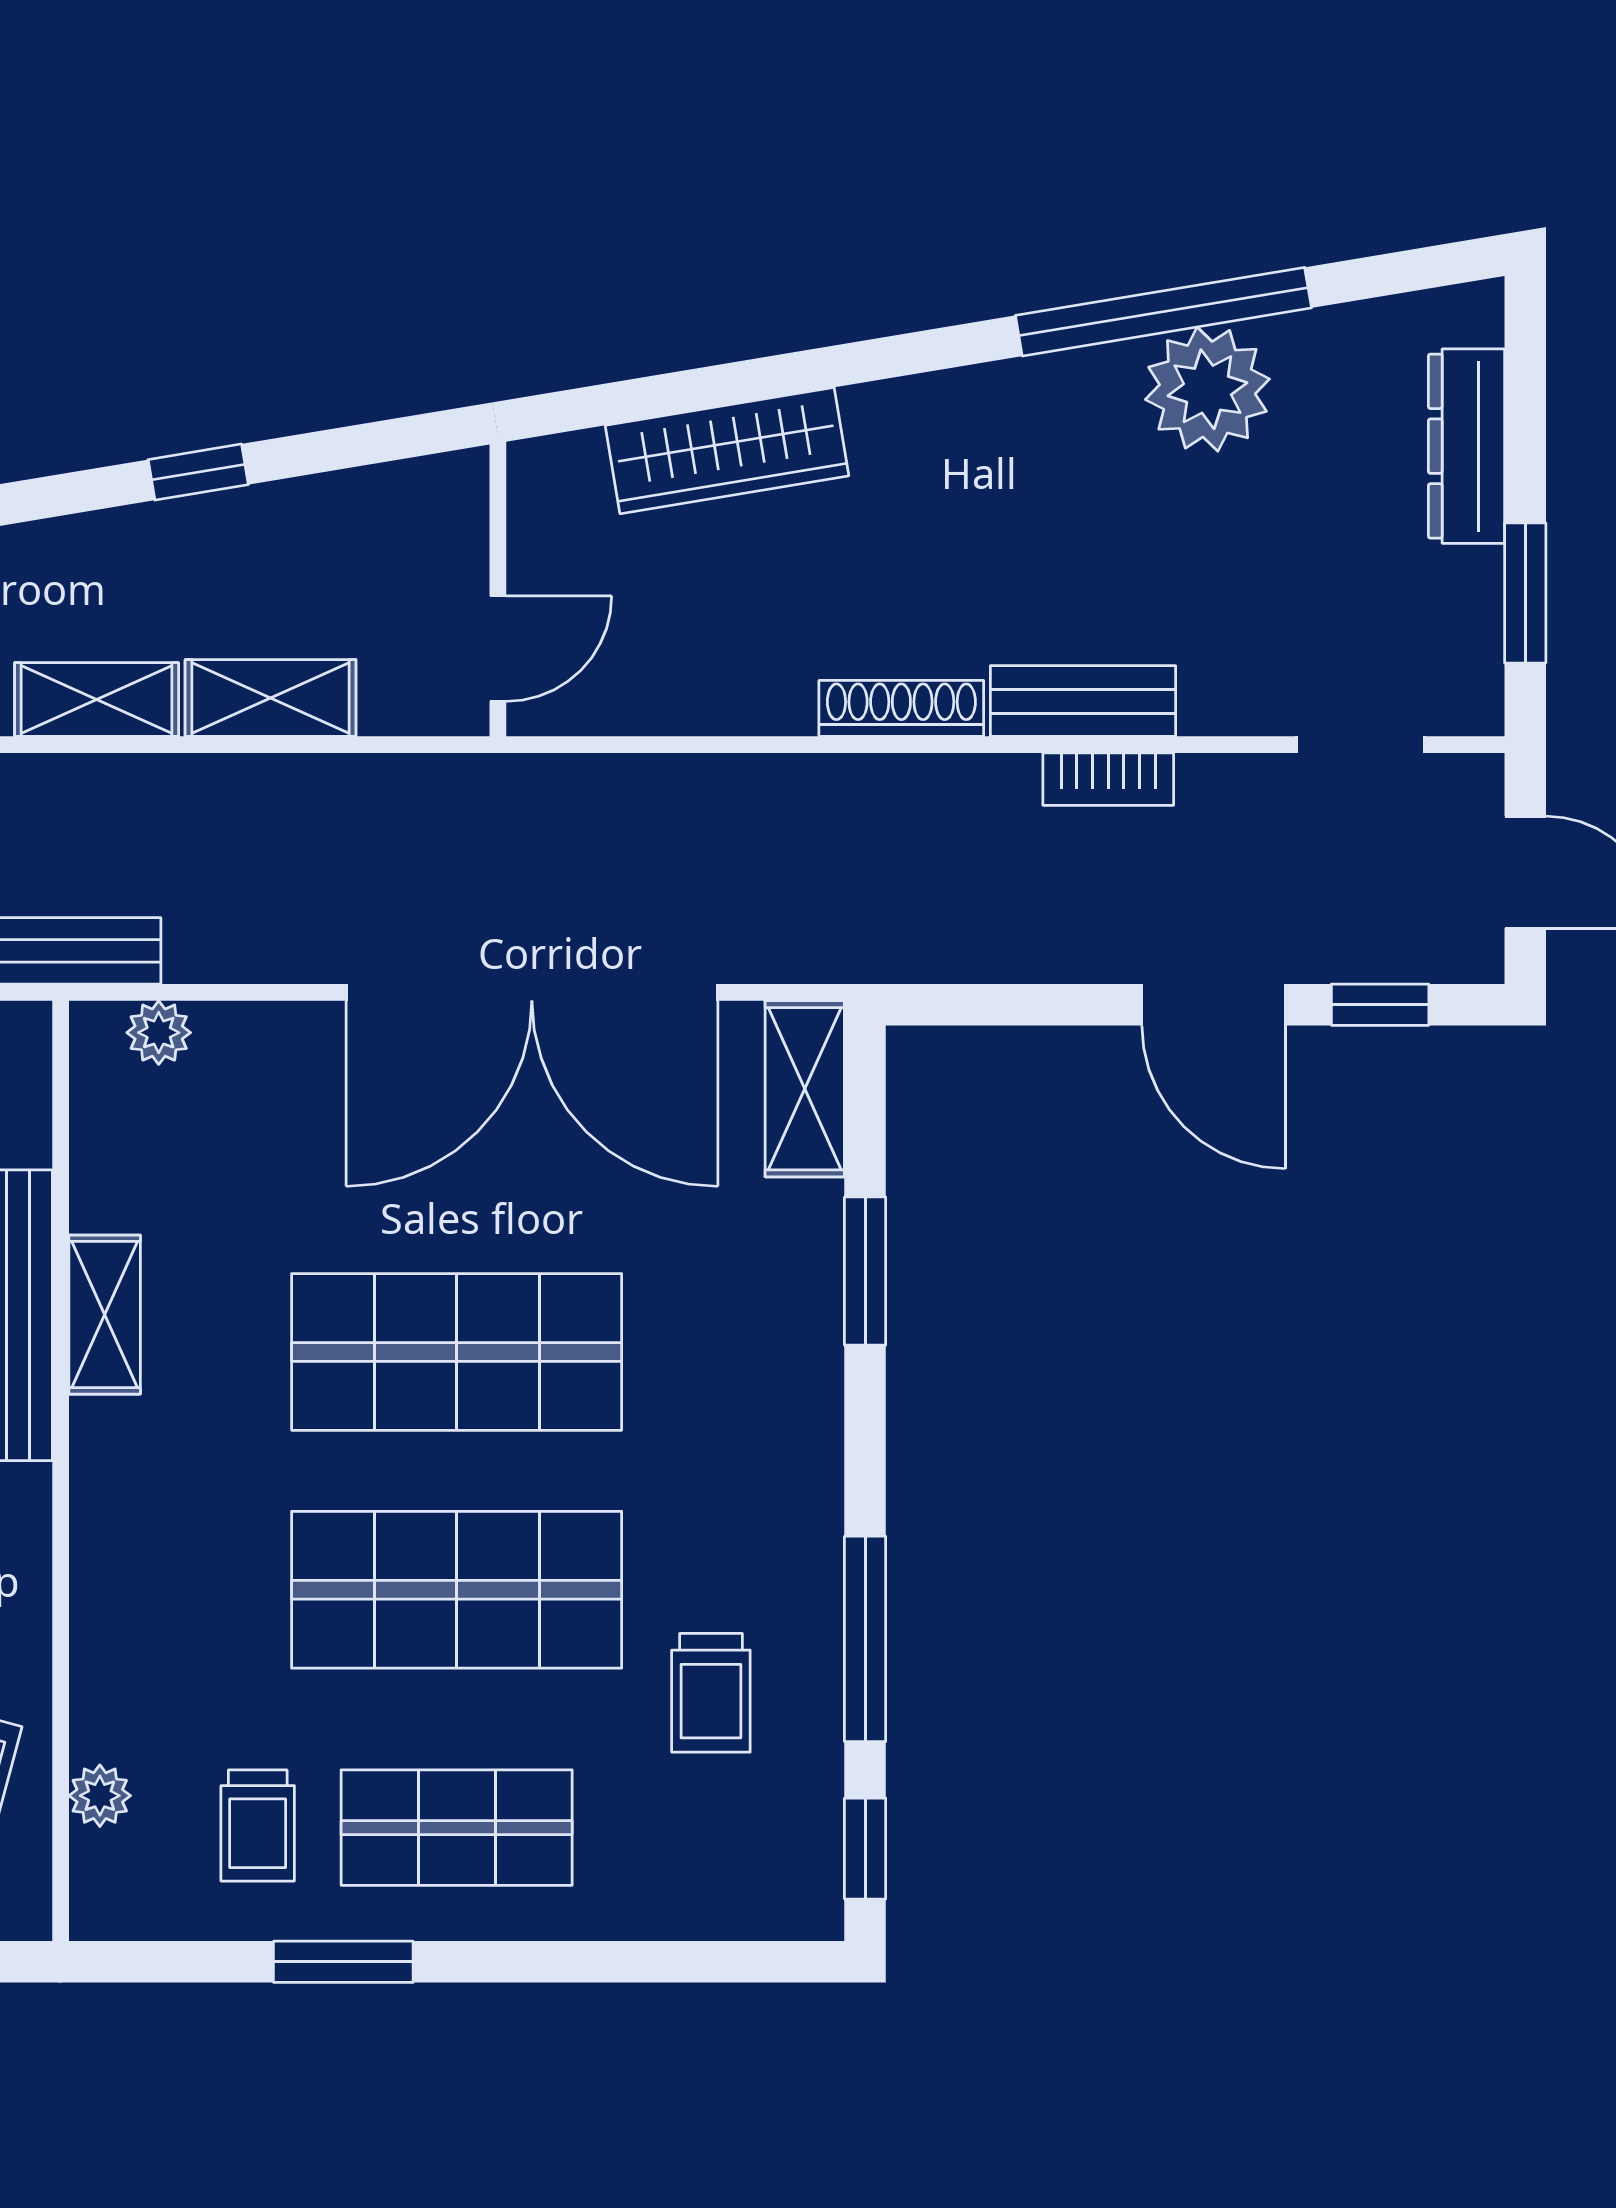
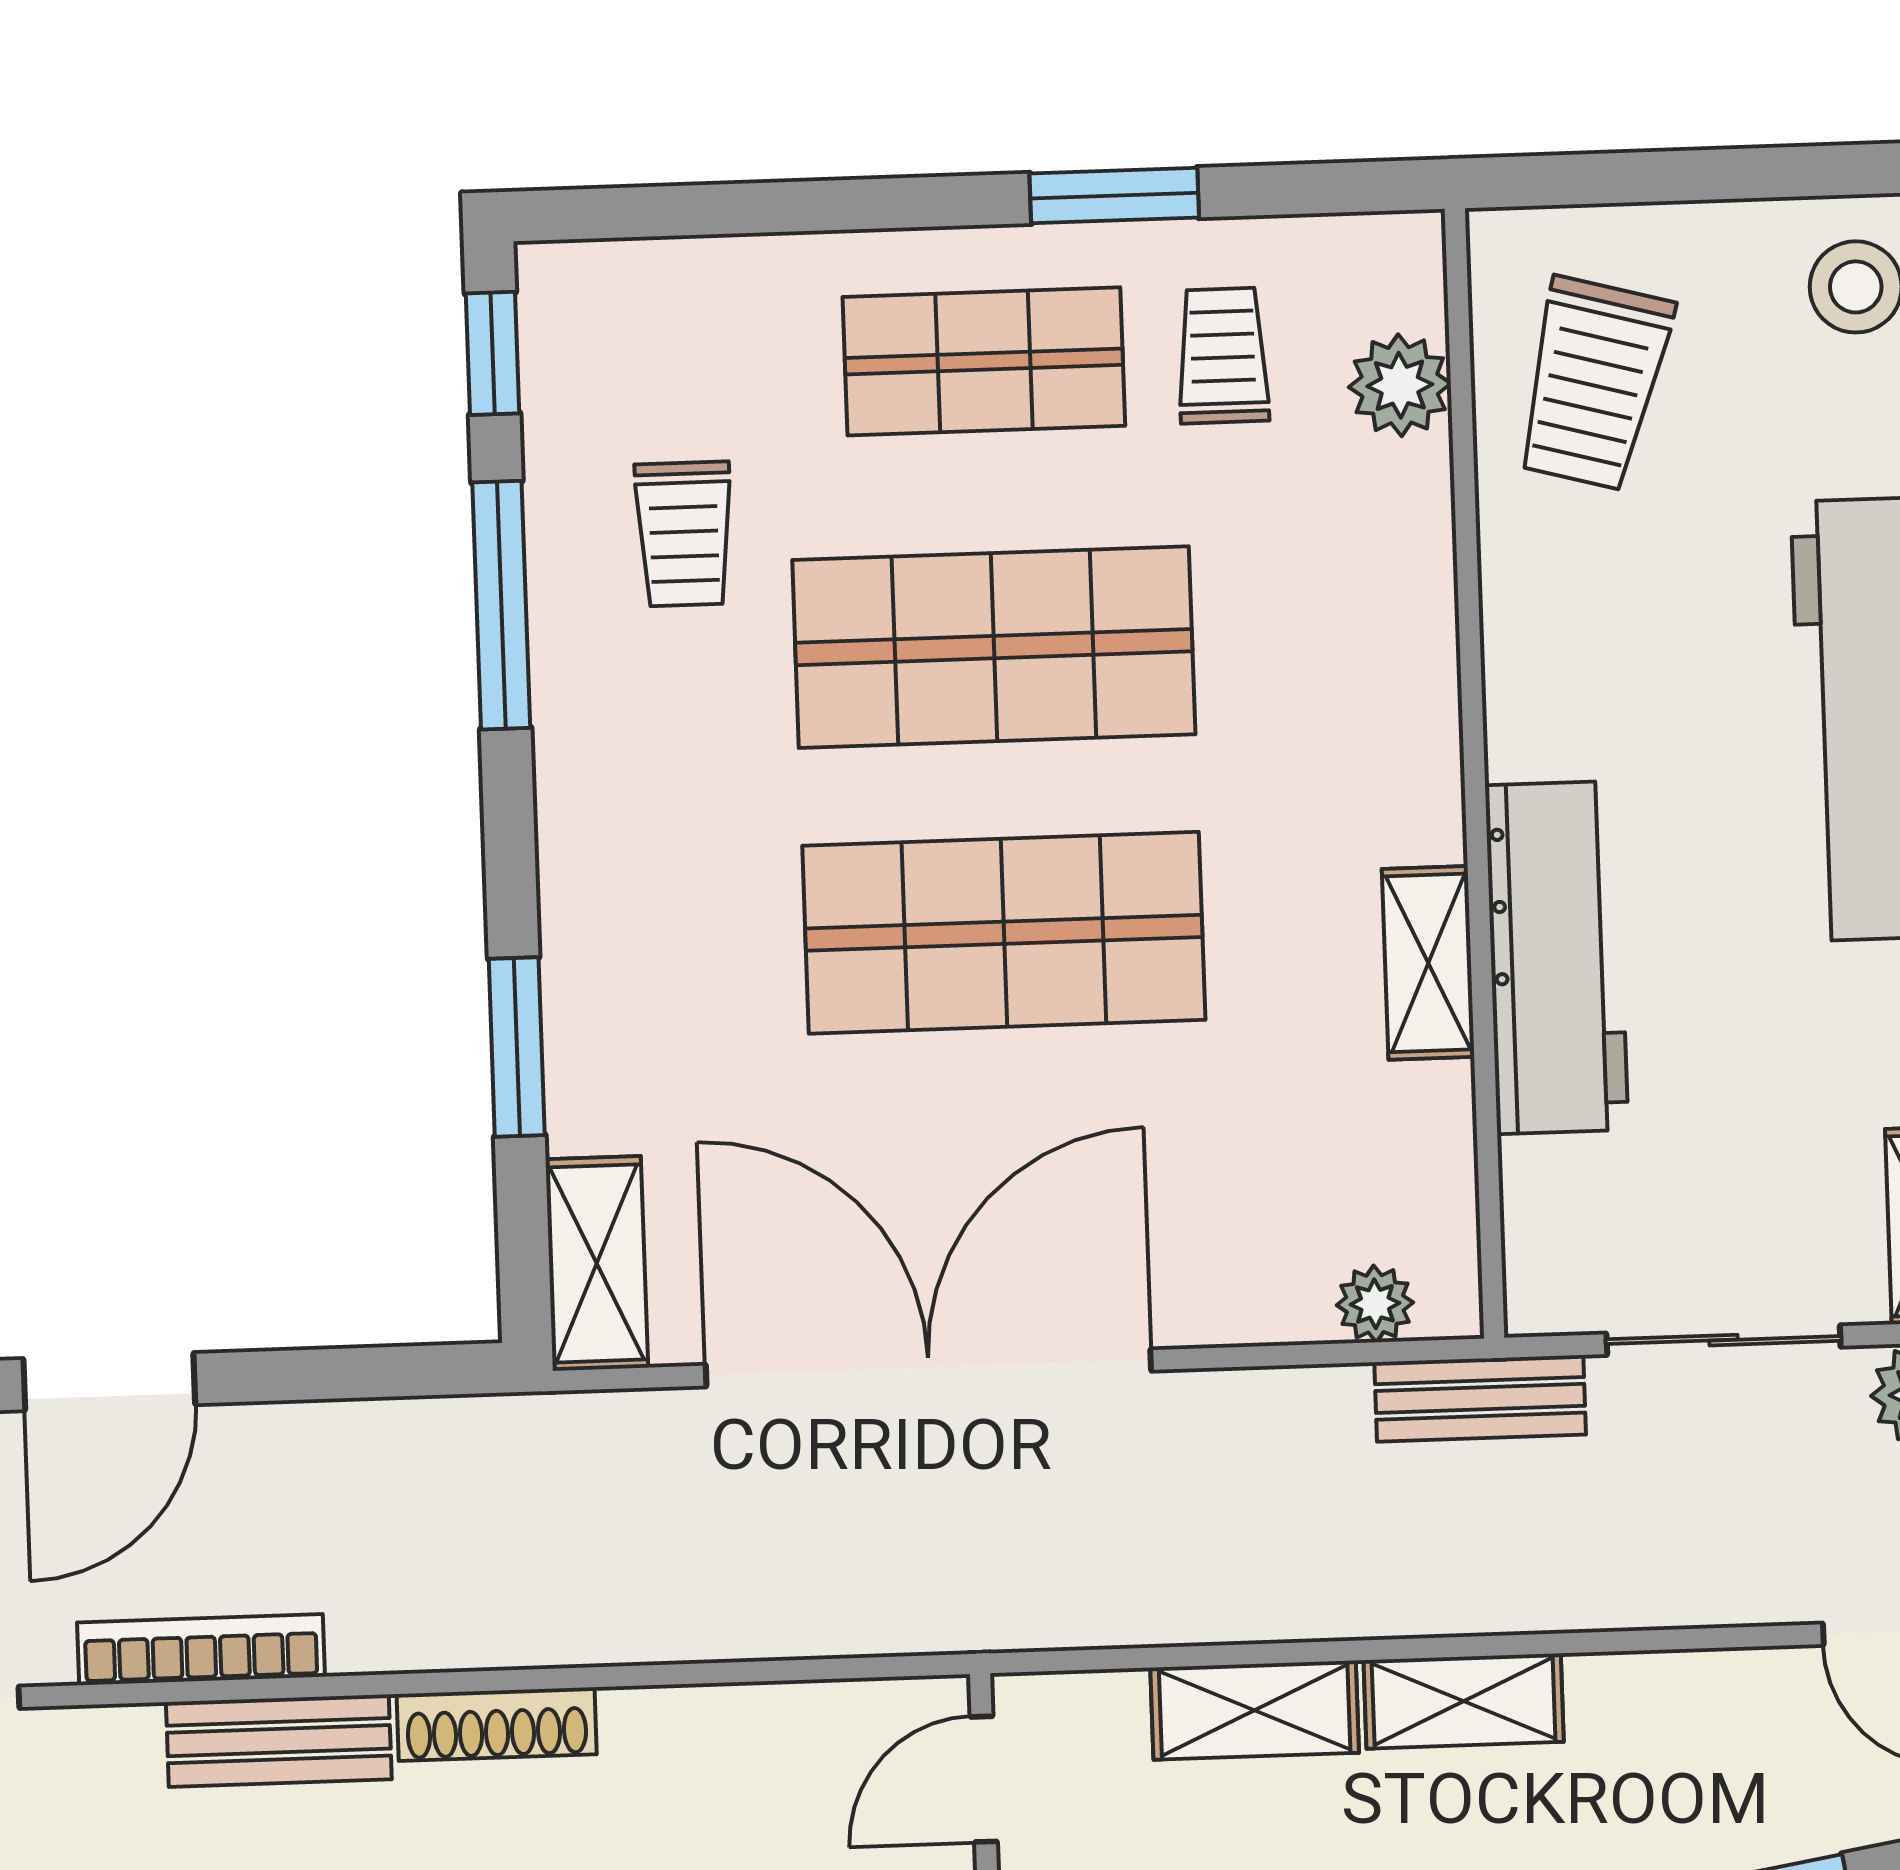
bookcase: (1108, 779) -> (201, 1649), width x1.56
door: (1214, 1005) -> (109, 1382), swing flipped
trolley: (711, 1693) -> (684, 534), turned 180
plant: (100, 1796) -> (1400, 385), width x1.38, depth x1.38

